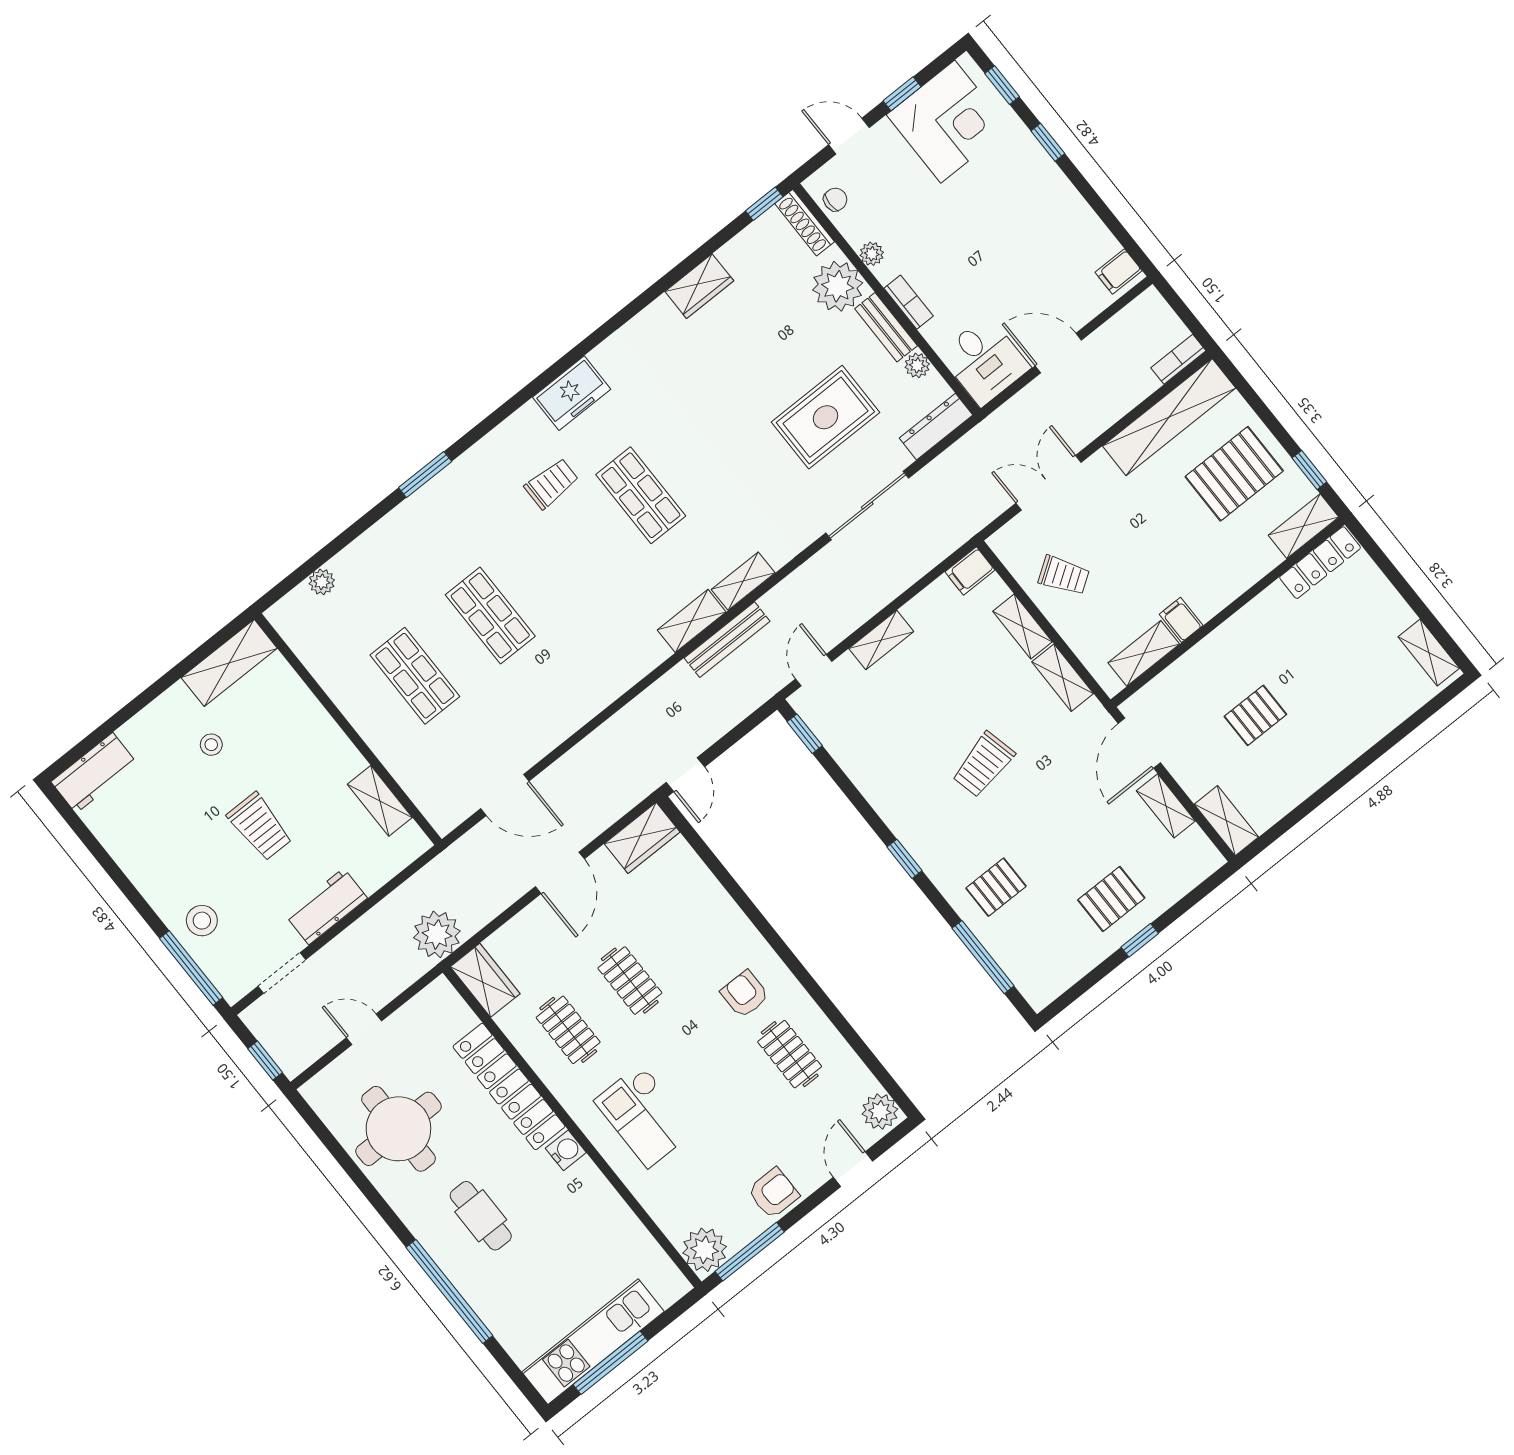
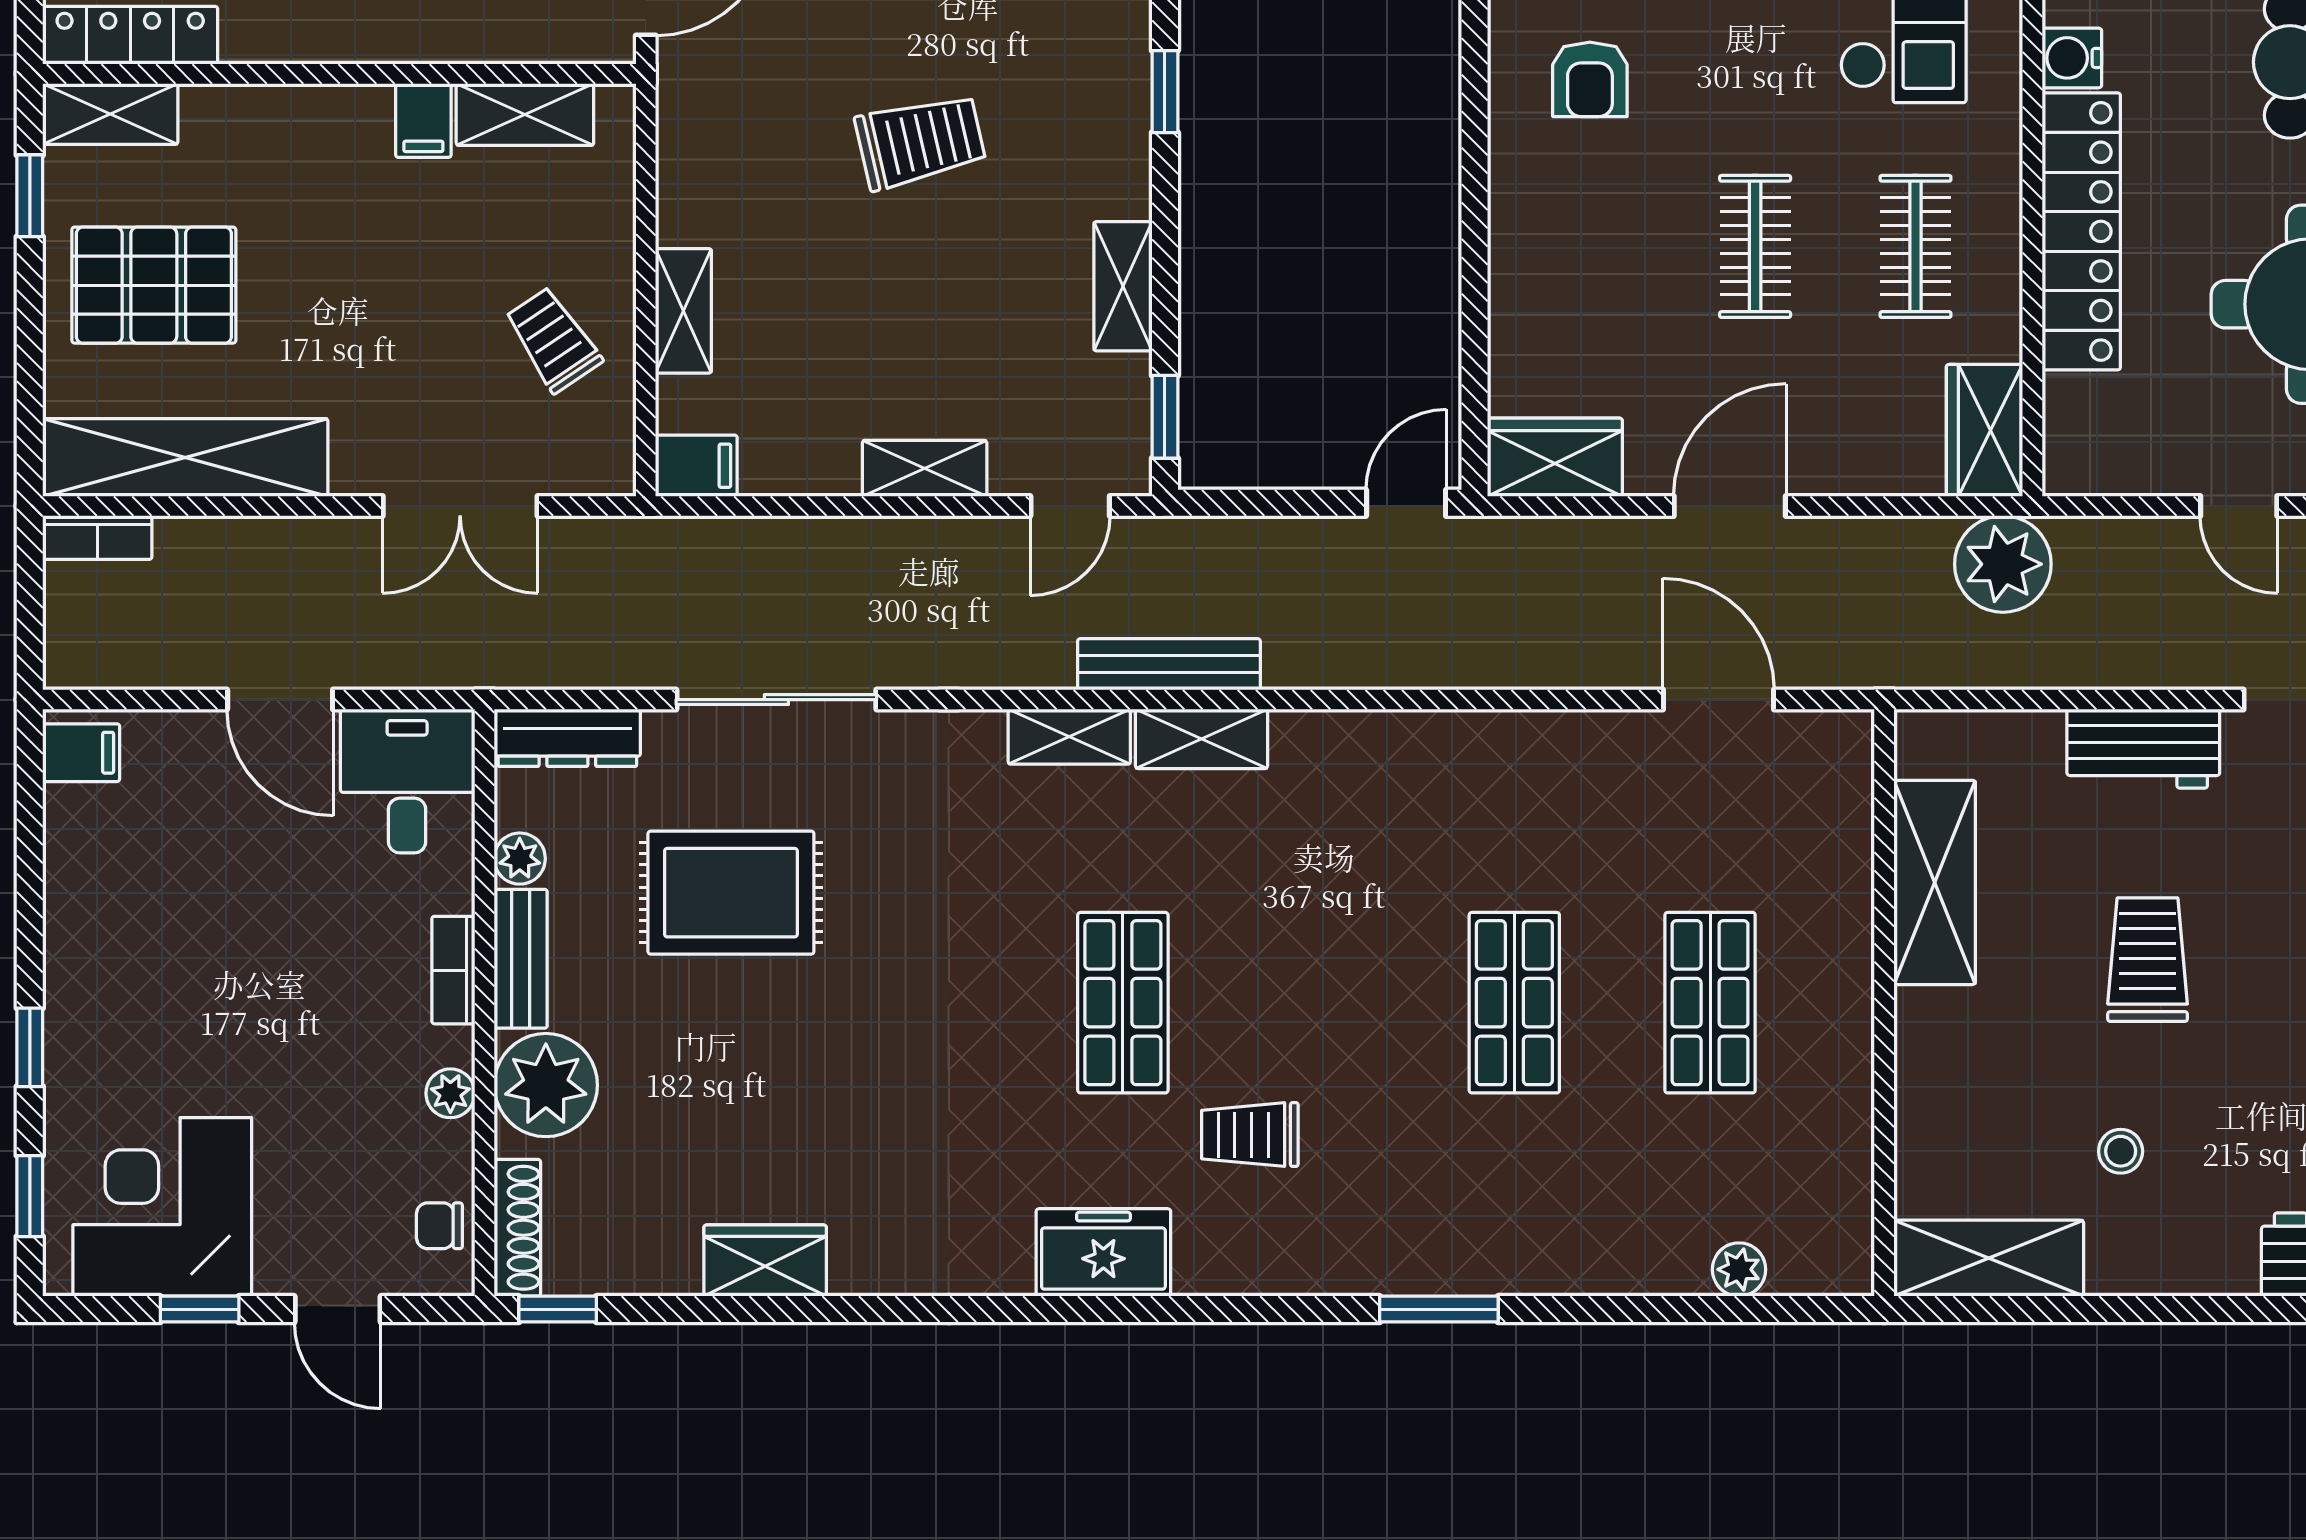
shelving: (1063, 678) -> (1123, 286), moved
shelving: (380, 801) -> (1935, 882), width x1.50, depth x1.33

